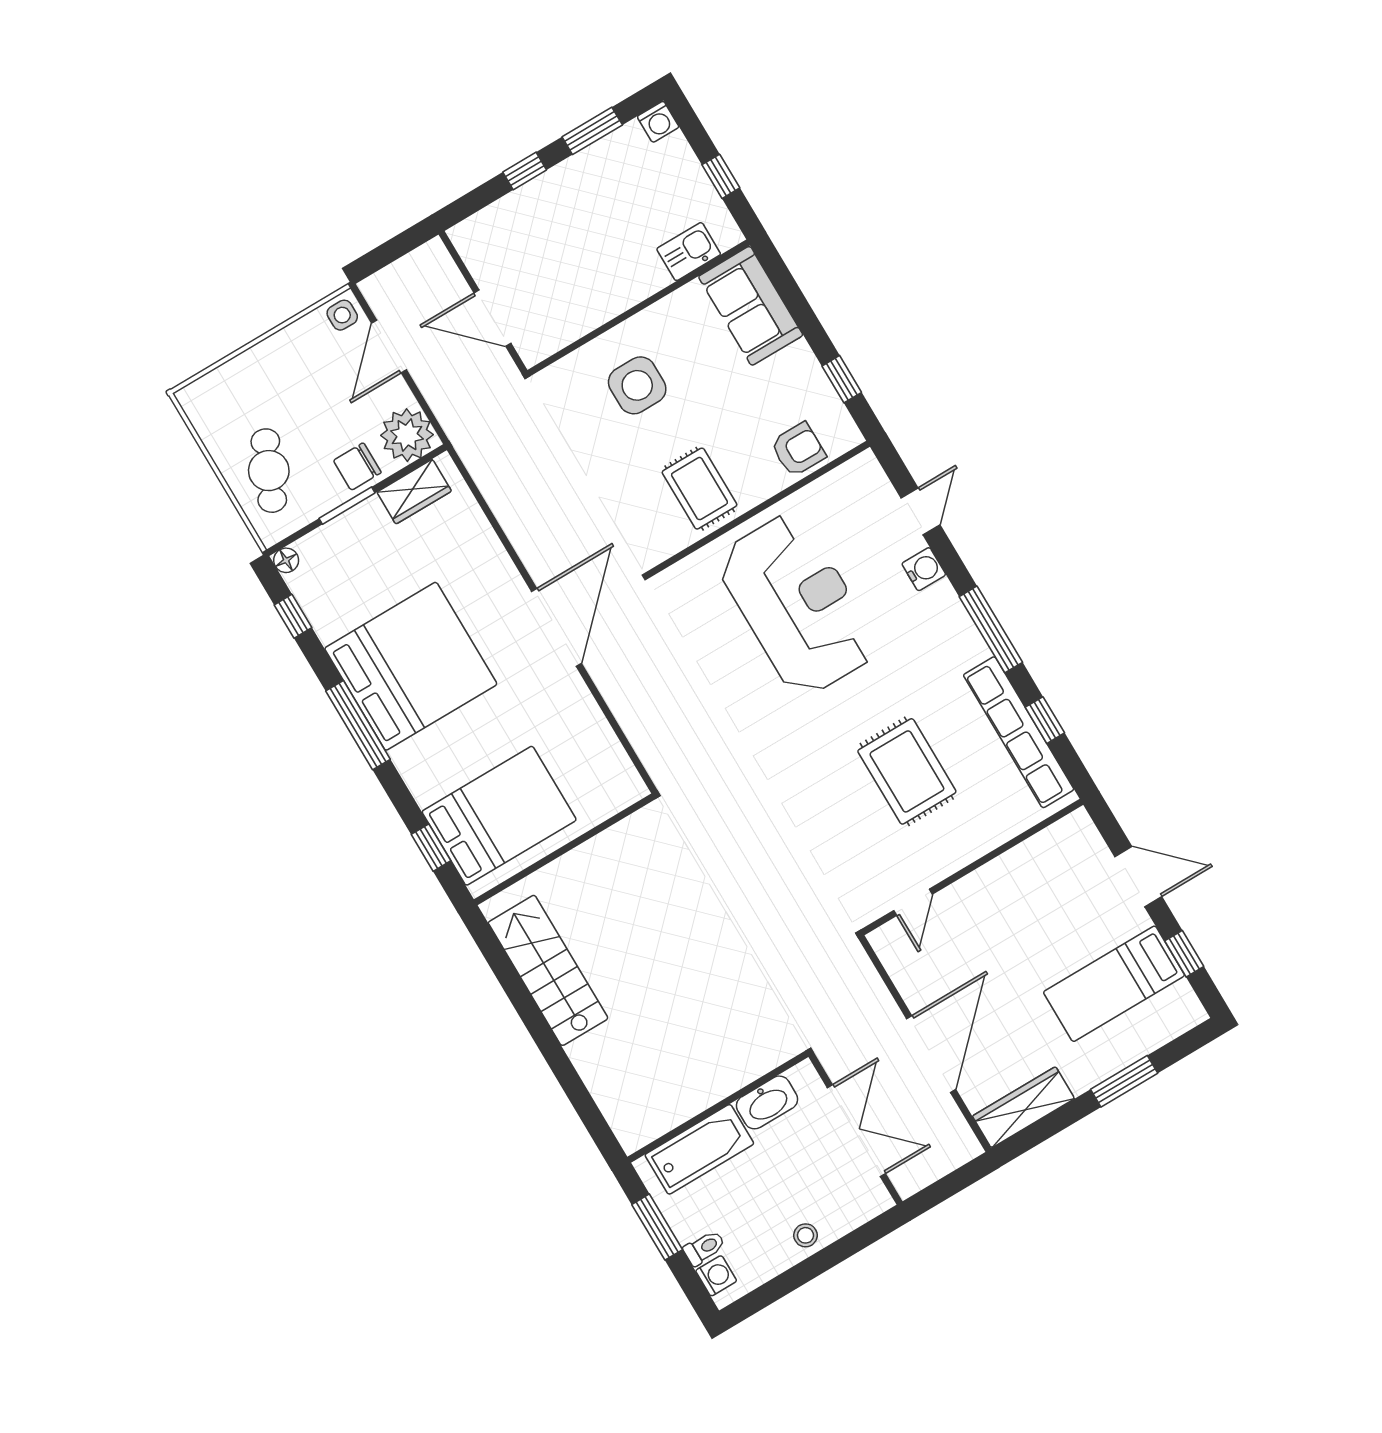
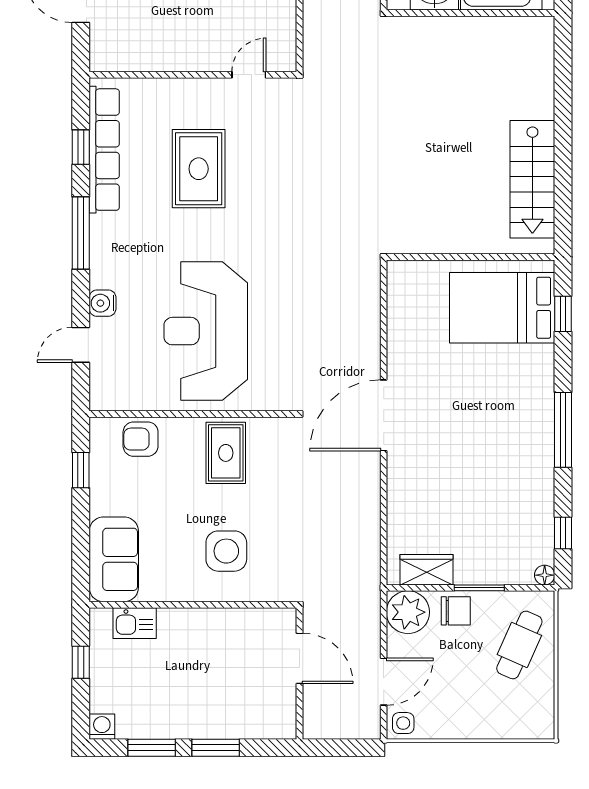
window: (525, 171) -> (216, 748), width x1.50
bed: (411, 666) -> (502, 449), removed

